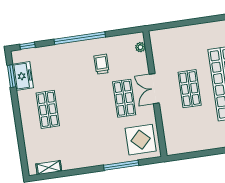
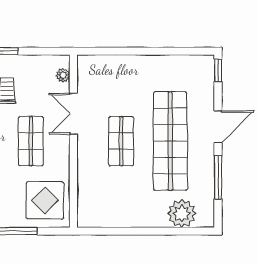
double door: (154, 89) -> (73, 114), moved

